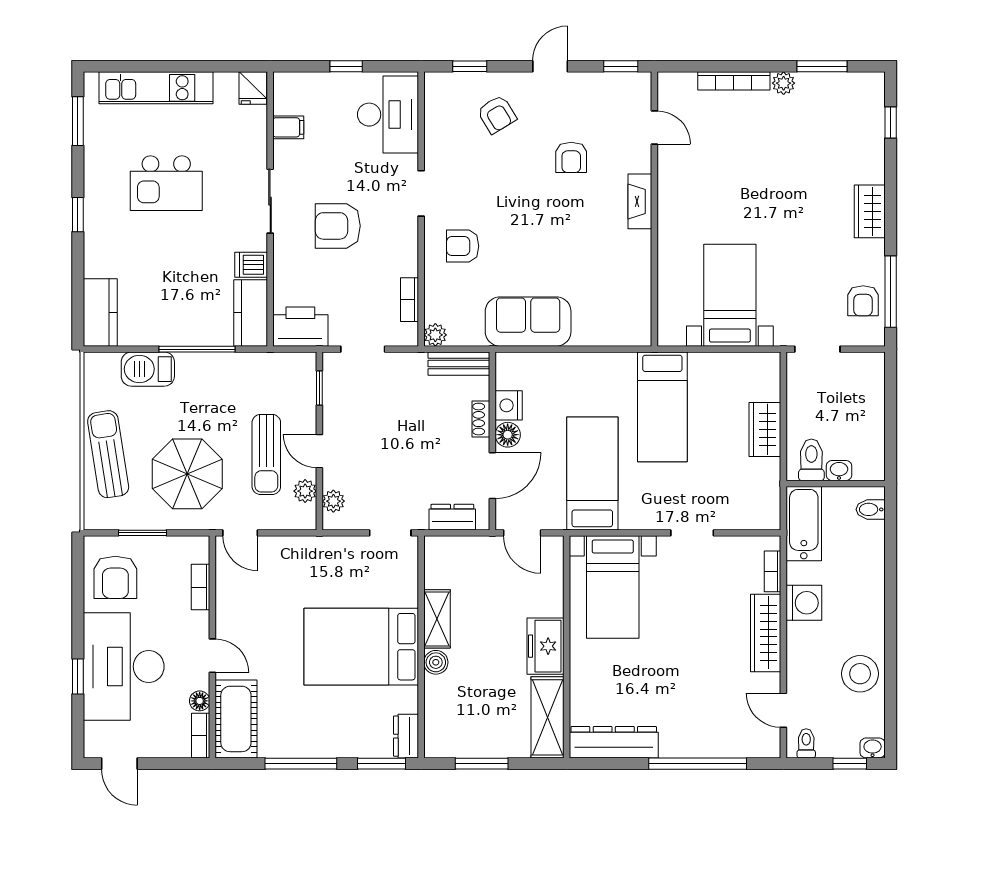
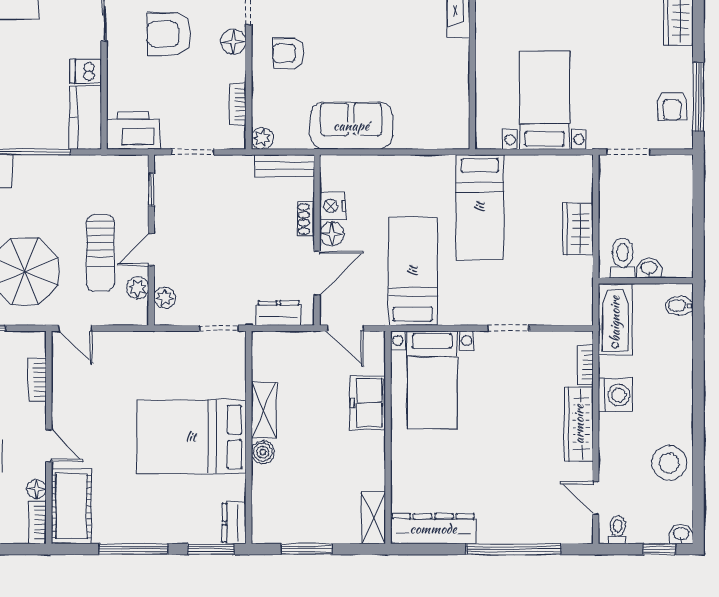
floor lamp: (405, 234) -> (233, 41), added
door: (319, 451) -> (151, 250), hinge flipped
freezer: (545, 646) -> (368, 403), moved
shelving: (548, 717) -> (374, 518), width x0.67, depth x0.75

